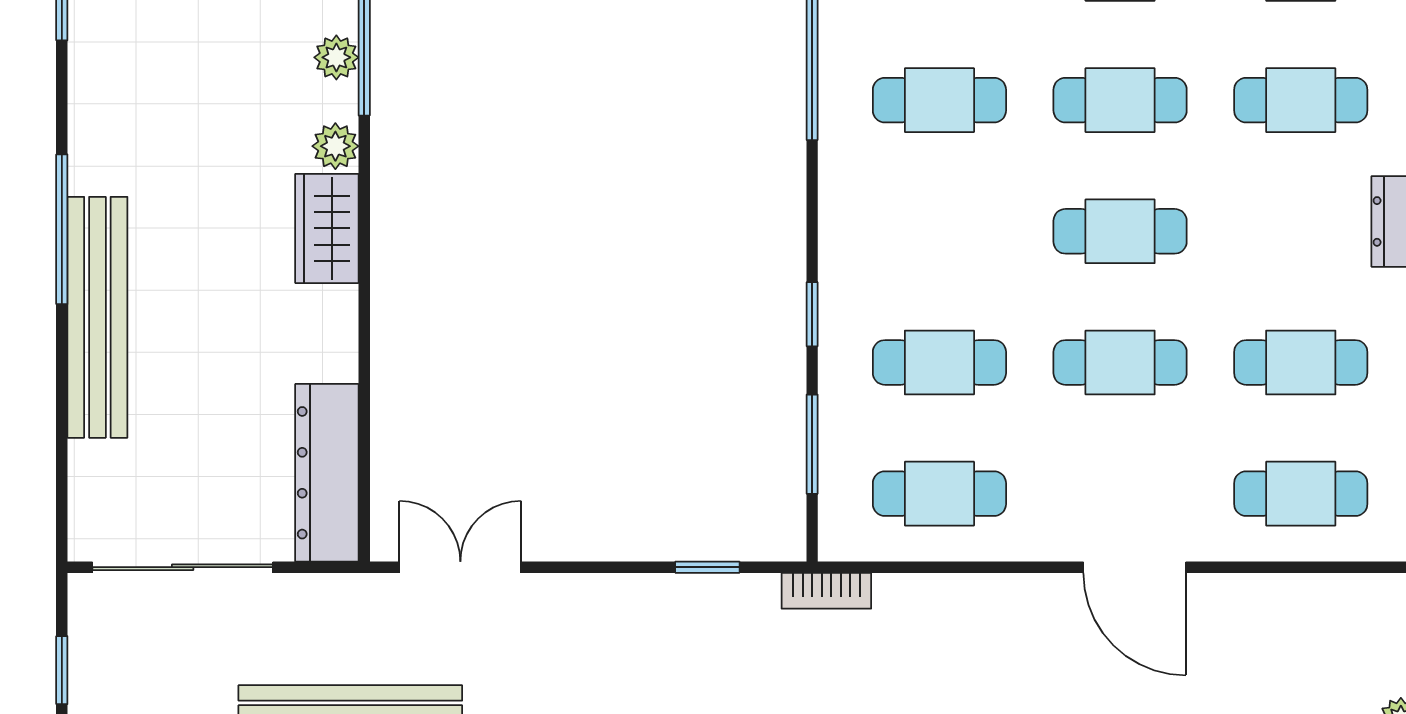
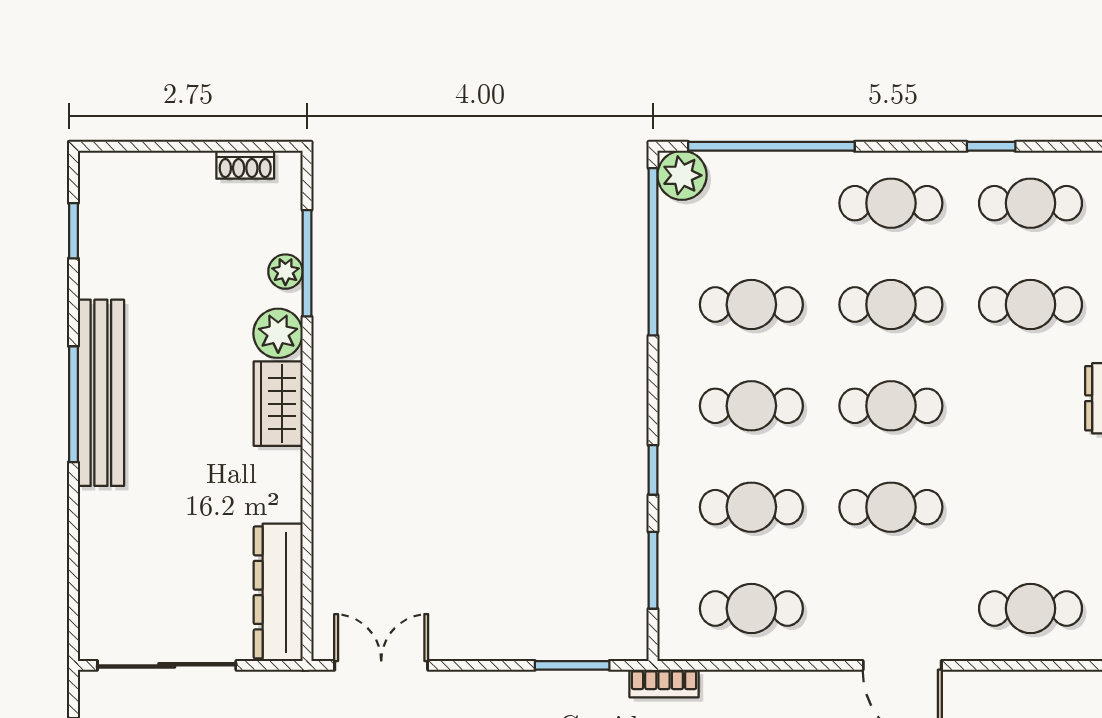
plant: (335, 146) -> (278, 333), width x1.38, depth x1.38
bench: (97, 317) -> (101, 393), moved
cafe table: (1301, 362) -> (751, 406), moved
window: (707, 567) -> (572, 665), width x1.50

